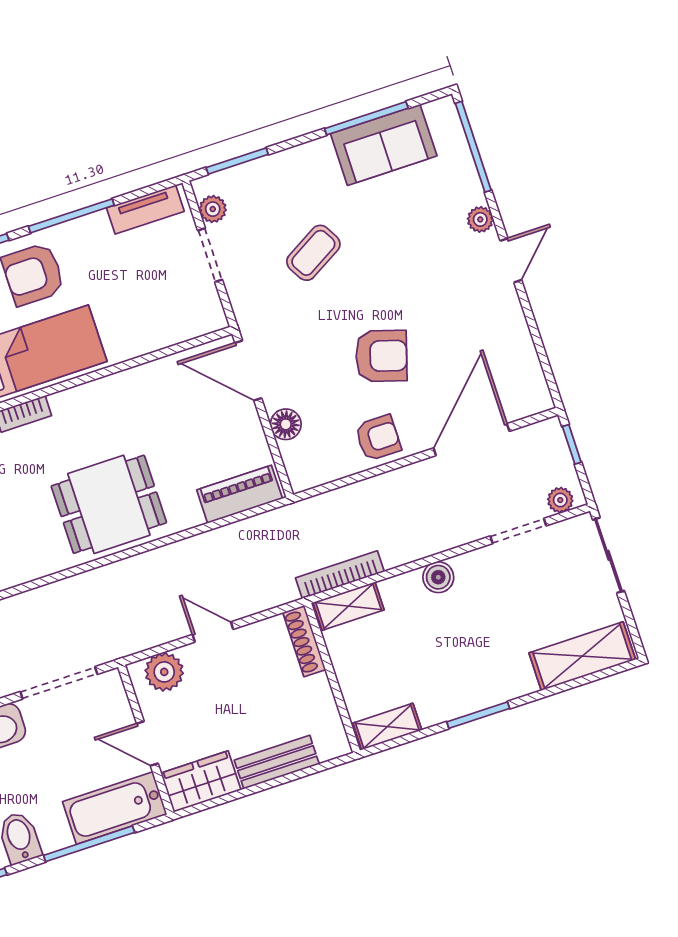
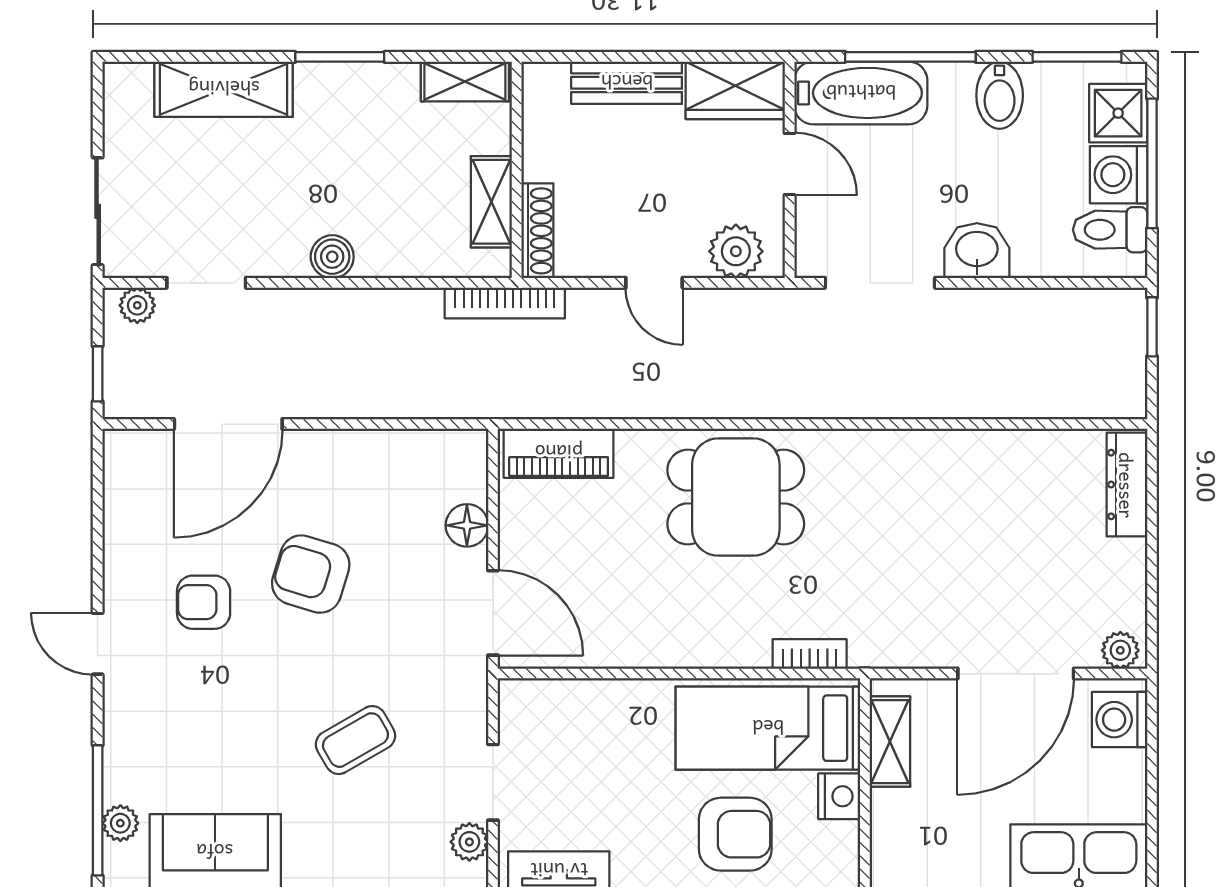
plant: (480, 219) -> (120, 823), moved
door: (511, 260) -> (98, 644), hinge flipped
armchair: (378, 438) -> (204, 602), moved
bookcase: (340, 575) -> (505, 303), moved
shelving: (349, 606) -> (491, 202), moved, turned 90
shelving: (582, 656) -> (224, 89), moved

